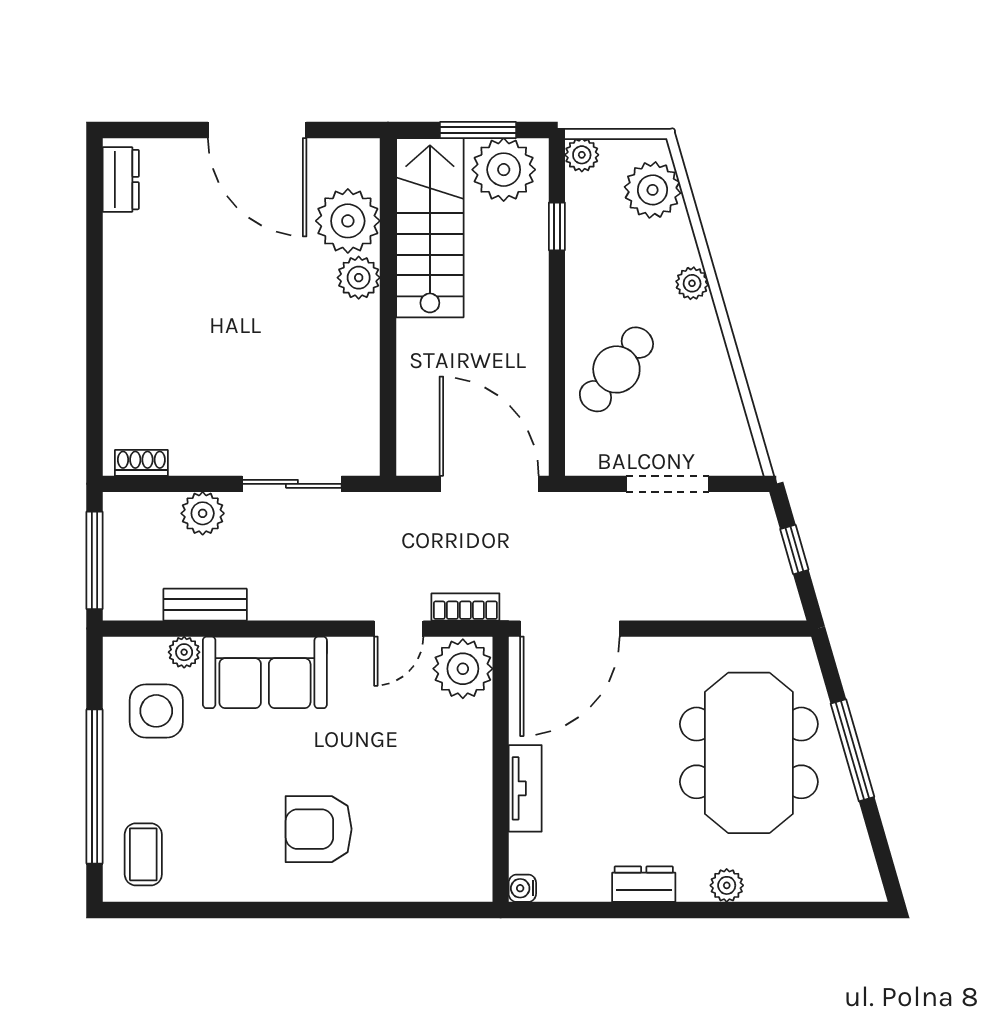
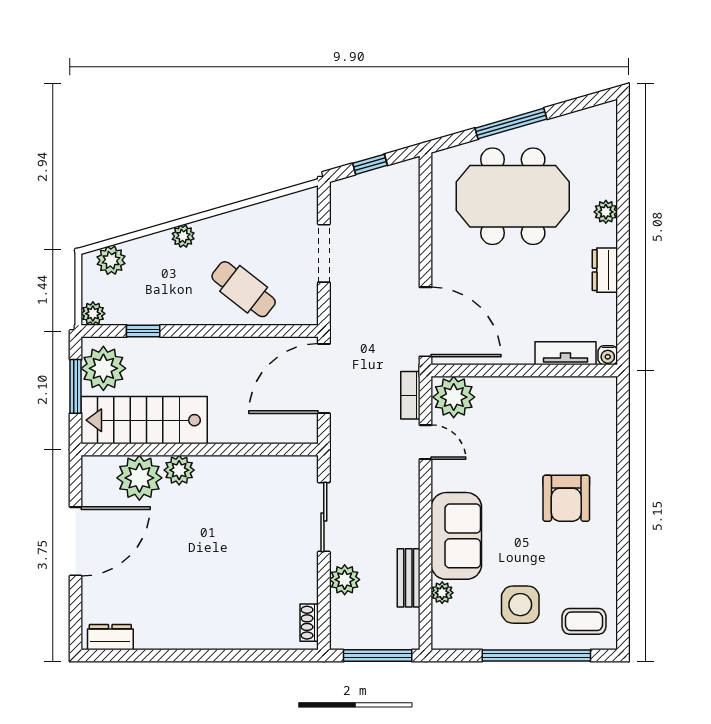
plant: (653, 190) -> (111, 260), width x0.73, depth x0.73
side table: (156, 711) -> (520, 605), moved
tv unit: (525, 788) -> (566, 353), moved

